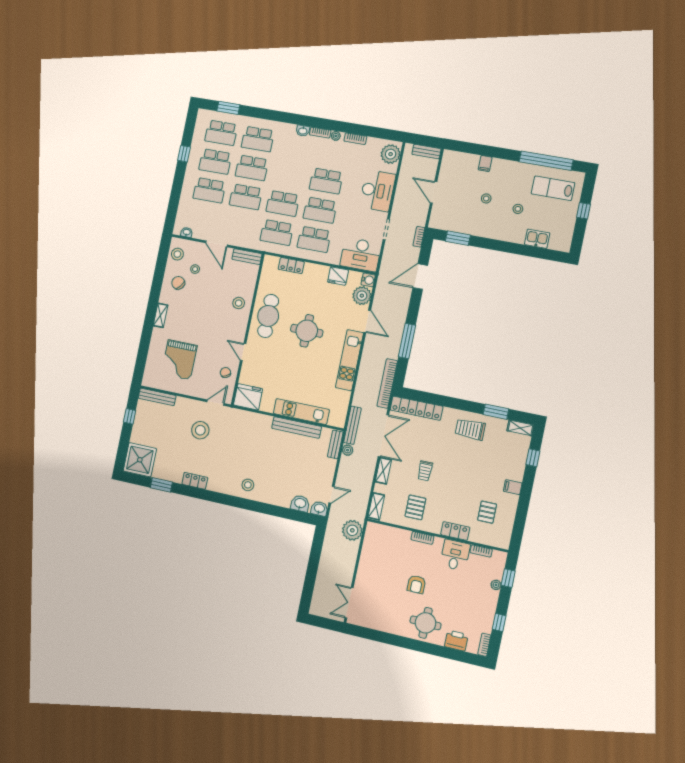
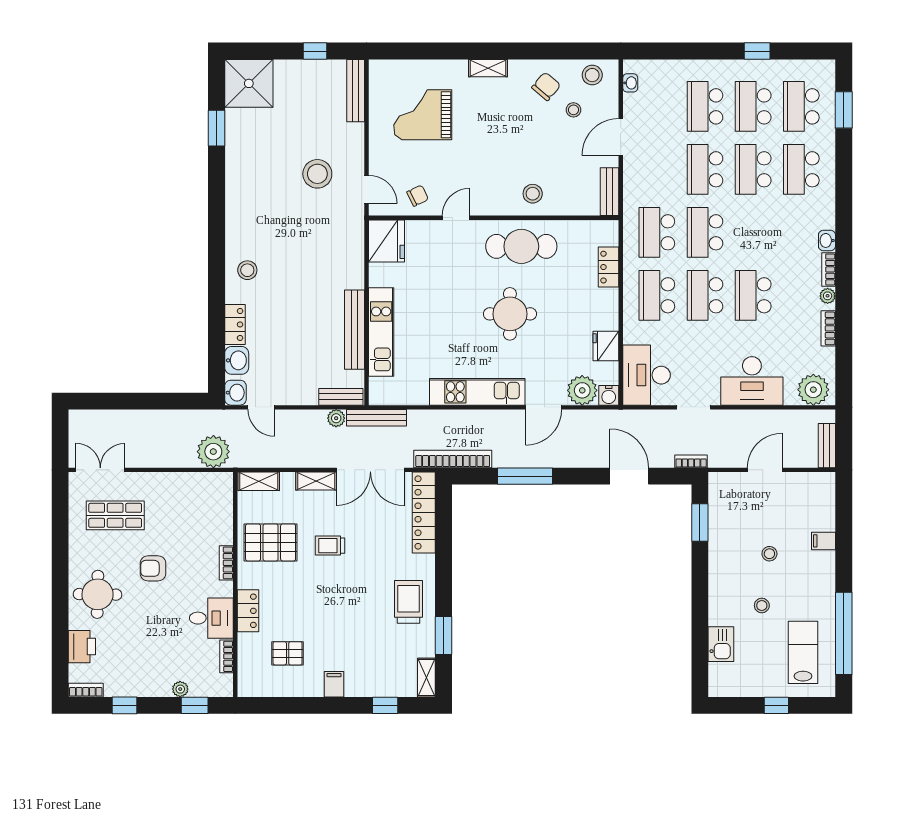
locker: (195, 481) -> (235, 324), moved
pallet: (415, 507) -> (271, 542), width x1.50, depth x1.42
shop shelf: (379, 600) -> (115, 515), added

